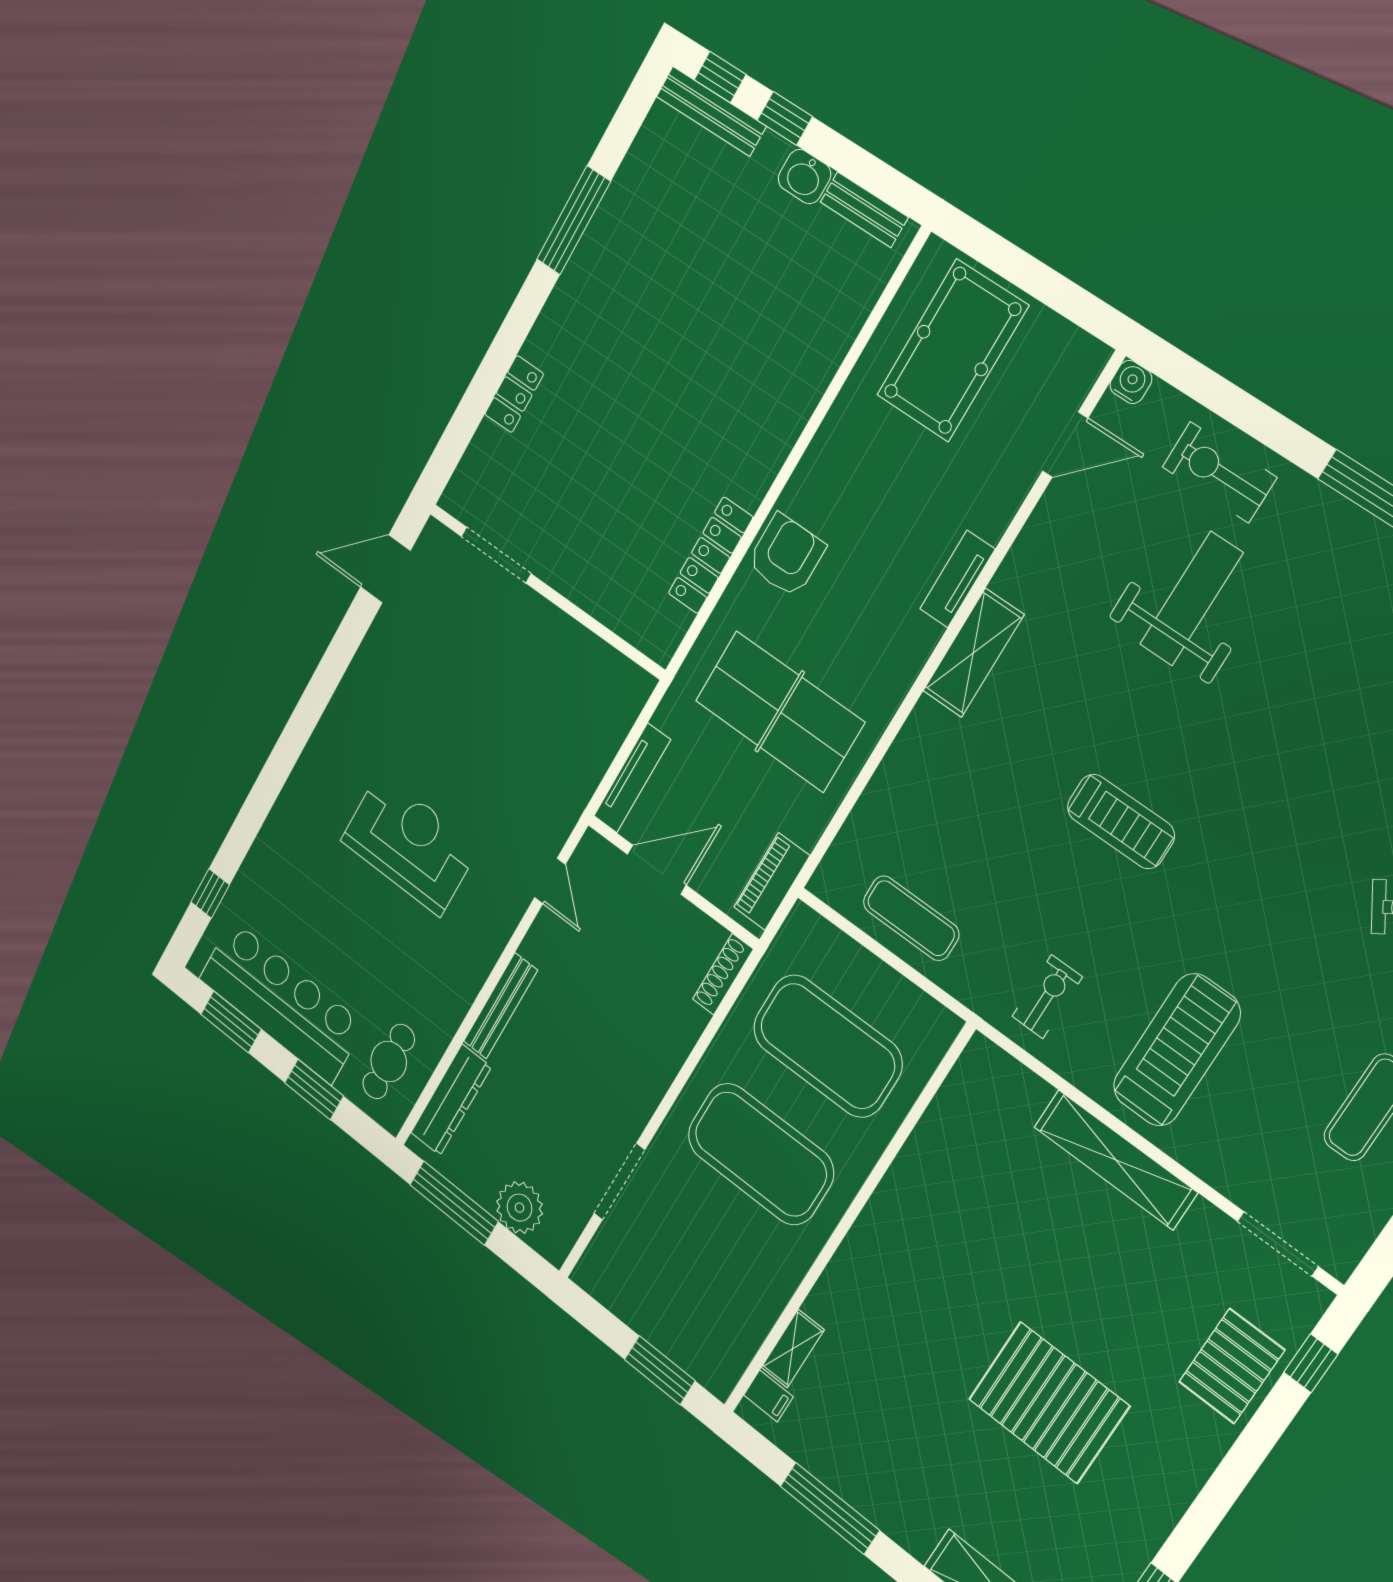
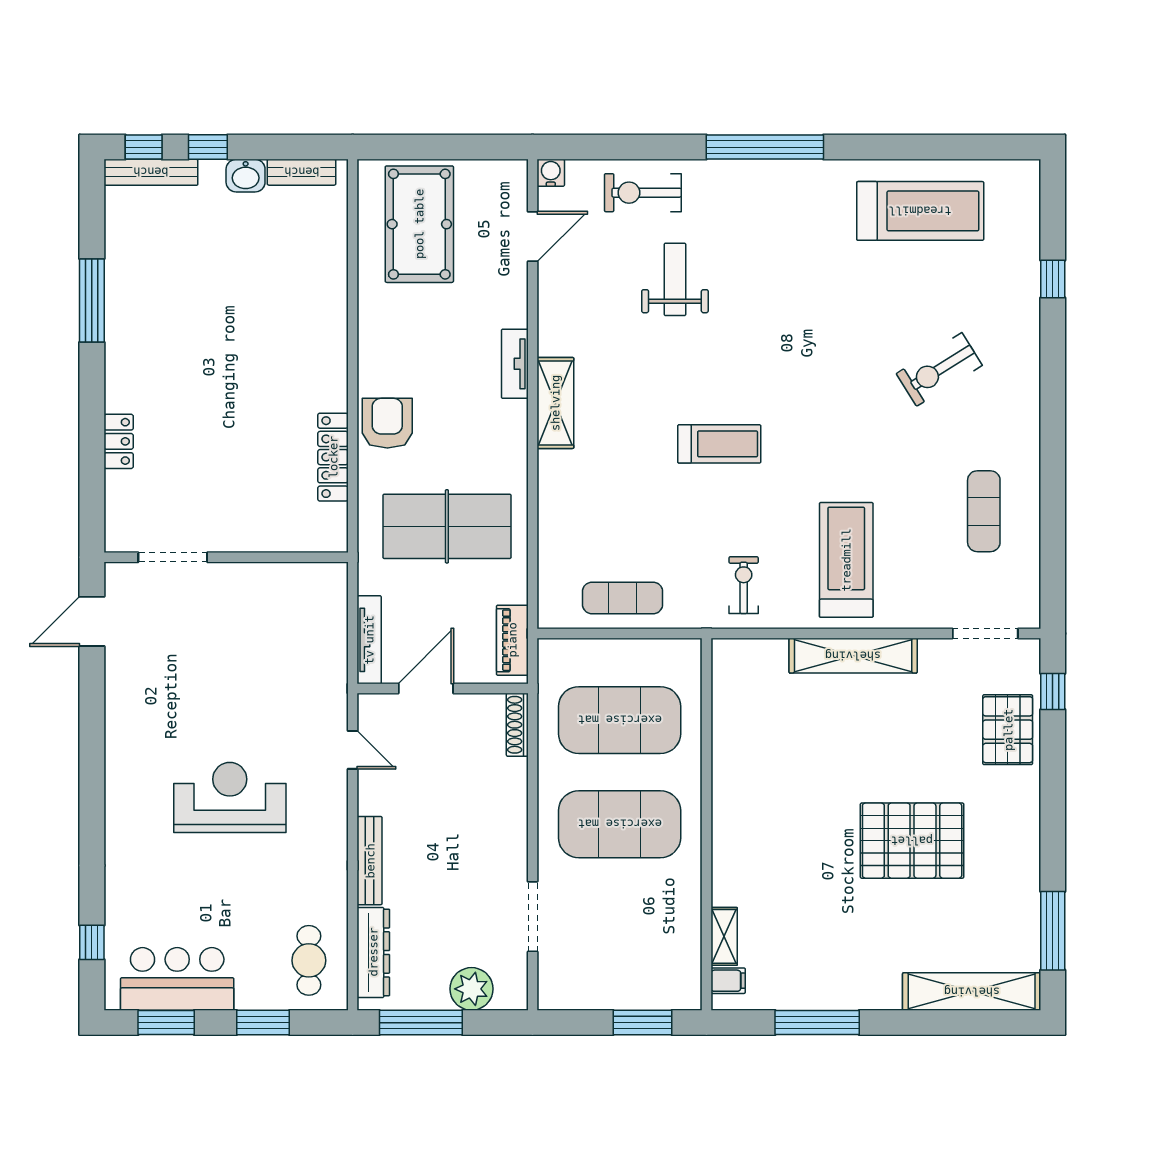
weight bench: (1191, 599) -> (675, 279), width x0.73, depth x0.75
bar counter: (281, 1001) -> (177, 979), width x0.73

